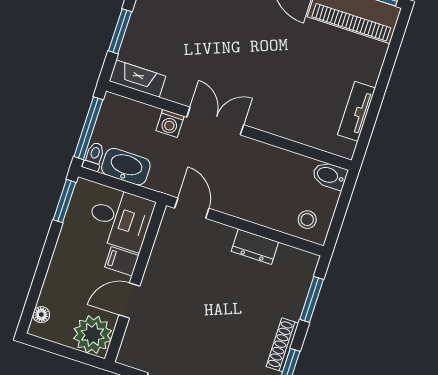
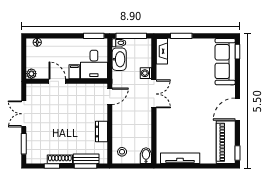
tv unit: (356, 111) -> (180, 158), width x1.41
bench: (298, 294) -> (86, 159), added
plant: (93, 335) -> (31, 74), width x0.53, depth x0.53

